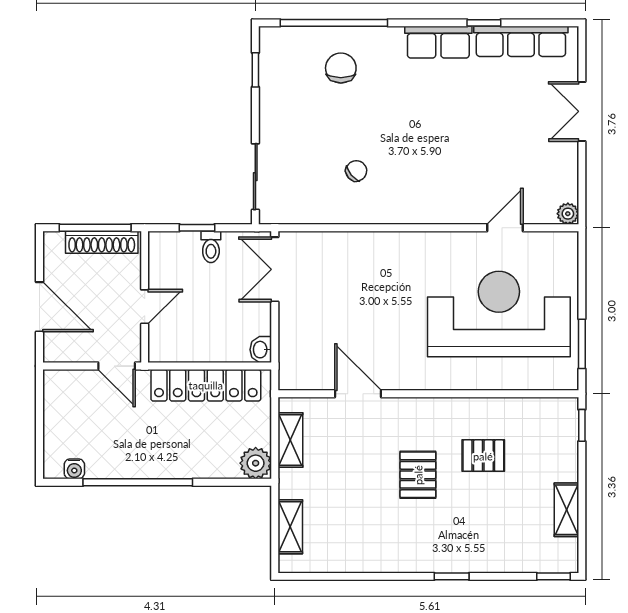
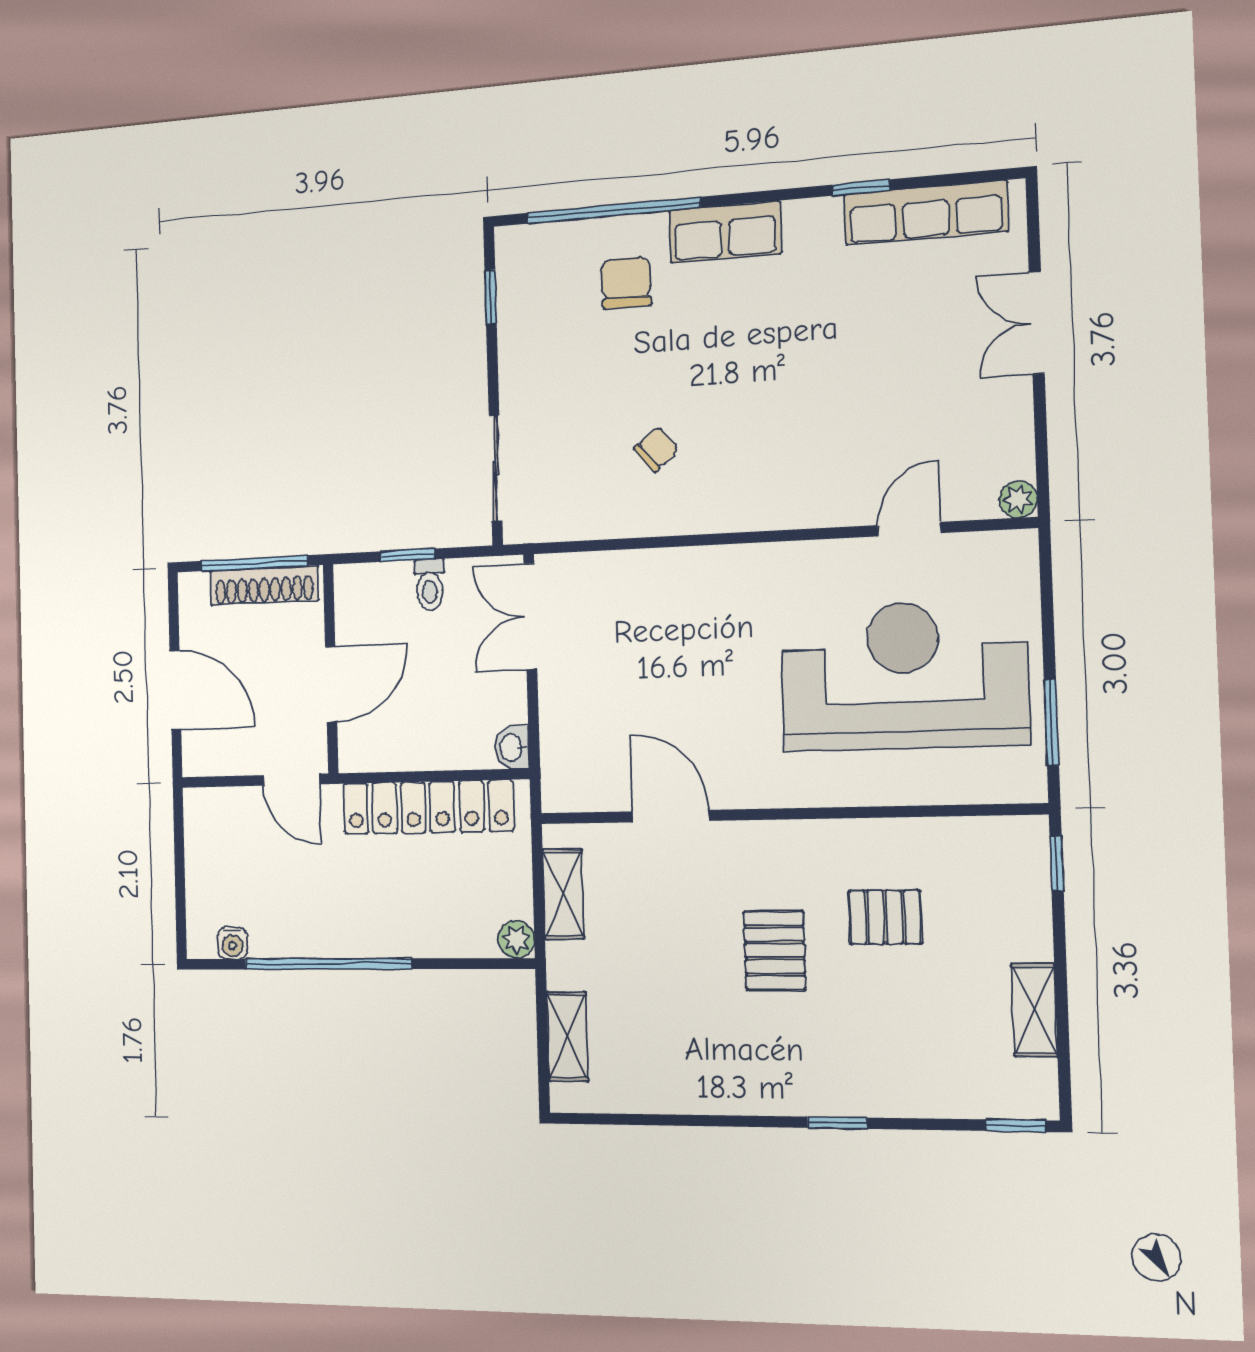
row of seats: (438, 42) -> (725, 232), moved
door: (145, 307) -> (331, 684), width x1.38
plant: (256, 463) -> (516, 939), width x0.73, depth x0.73

